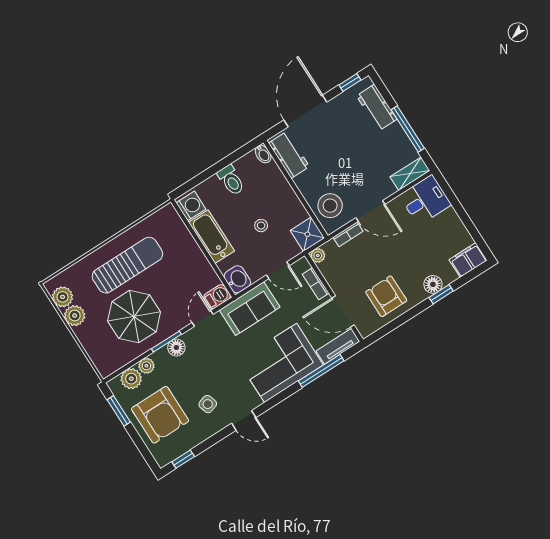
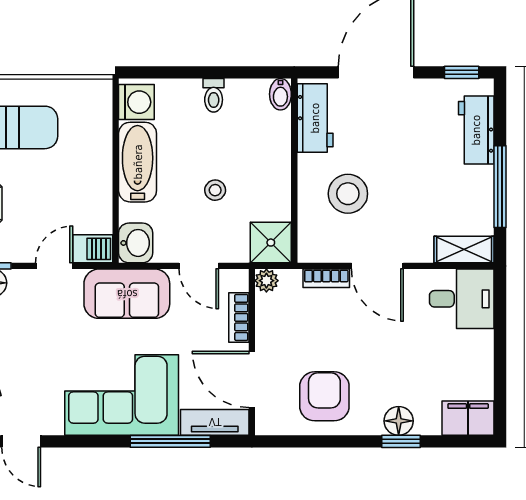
toilet: (231, 180) -> (214, 95), width x0.73, depth x0.72
stool: (330, 206) -> (348, 194), moved

